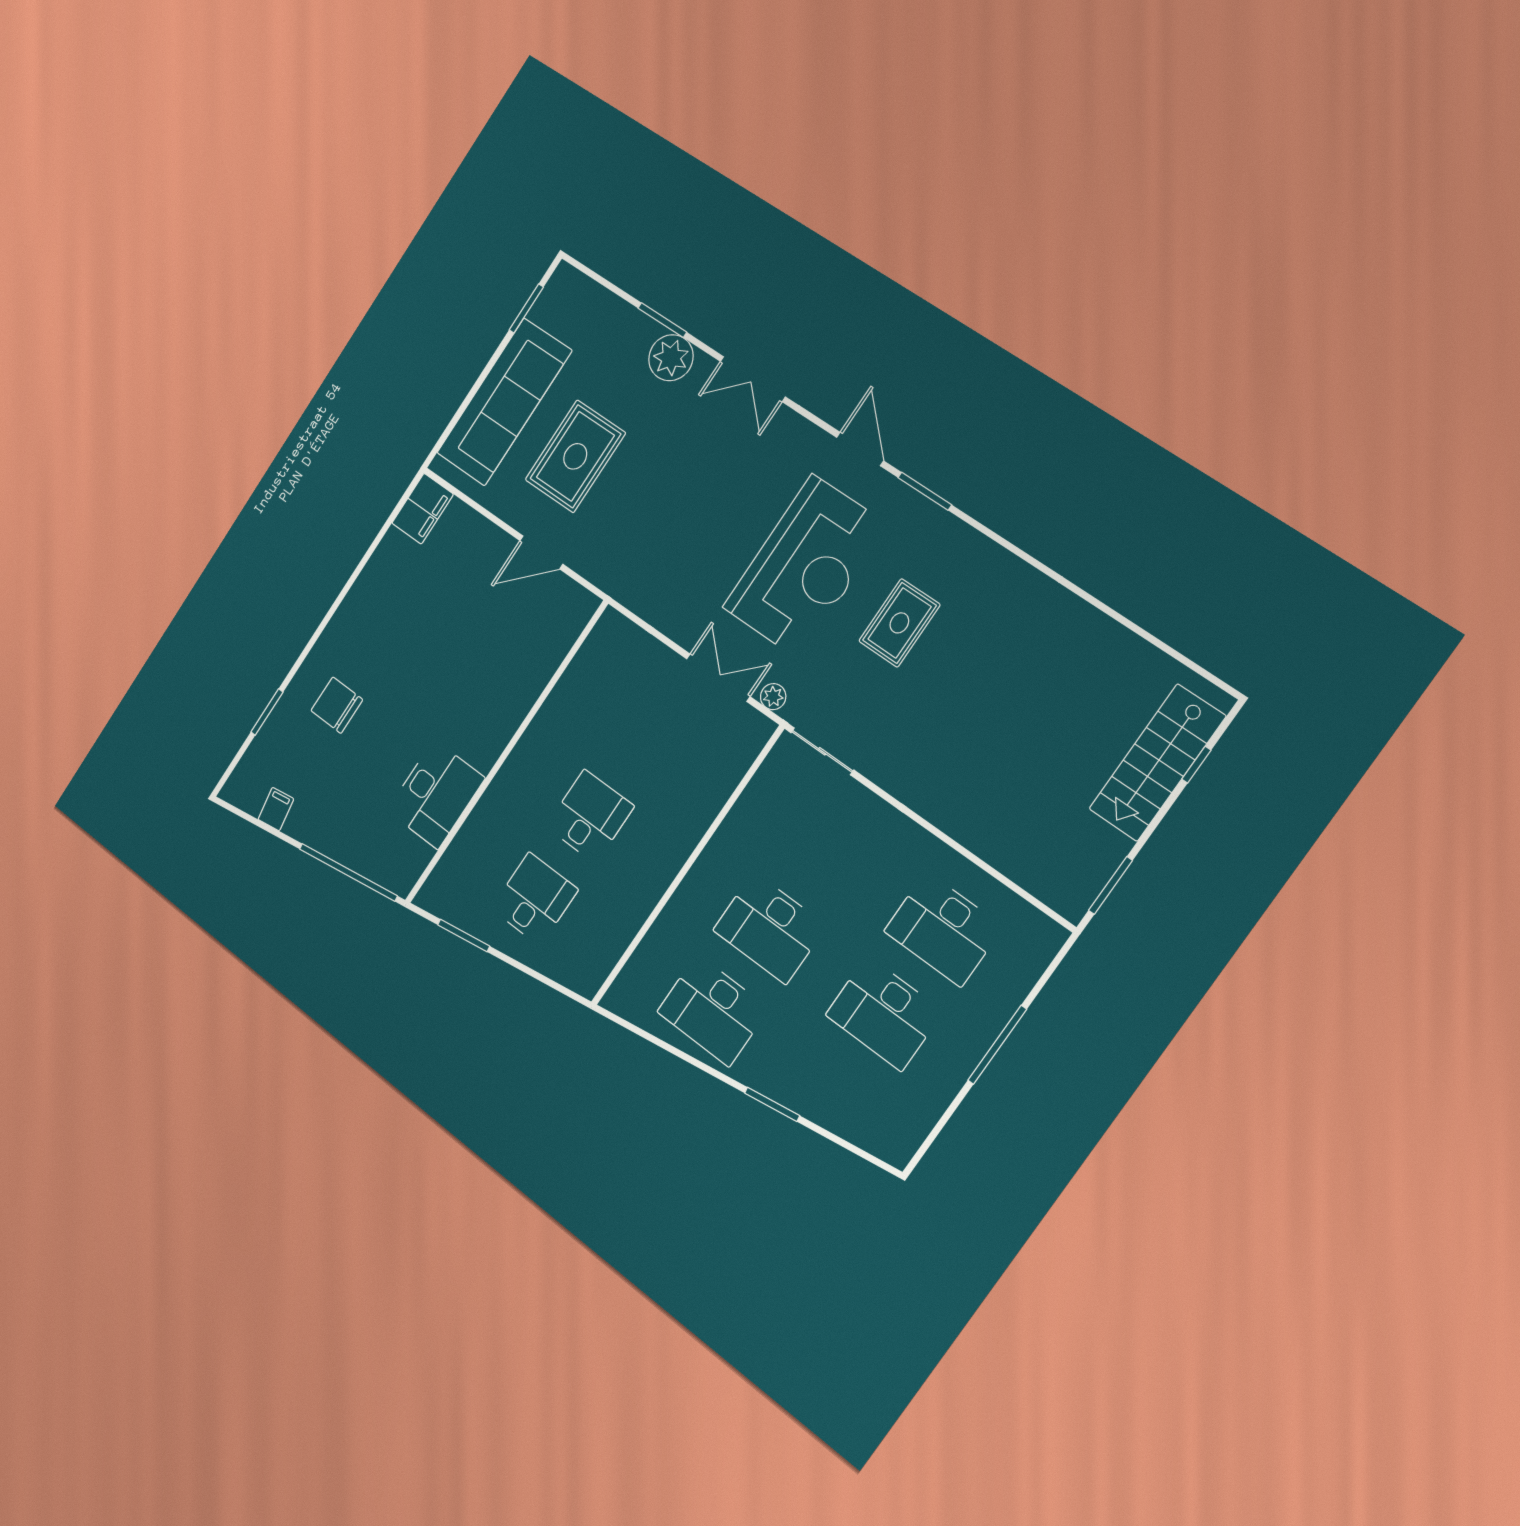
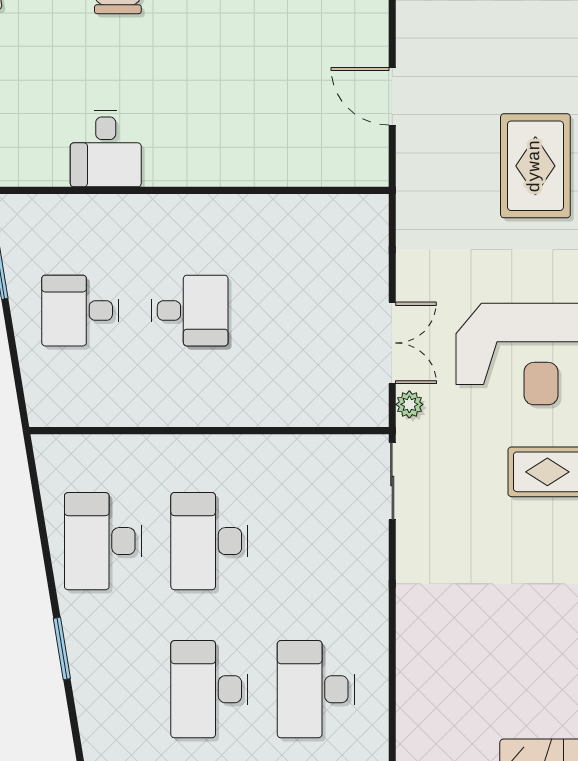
rug: (575, 456) -> (535, 166), moved, turned 90
desk: (436, 794) -> (106, 149), width x0.73
desk: (534, 899) -> (80, 311), turned 180

